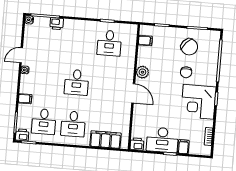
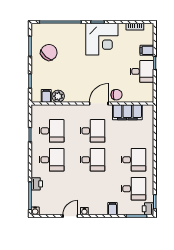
desk: (80, 41) -> (51, 160), added
door: (21, 55) -> (70, 216), swing flipped
plant: (142, 72) -> (58, 96), moved
chair: (186, 72) -> (116, 95), moved
desk: (106, 85) -> (92, 131), added
filing cabinet: (106, 140) -> (127, 112), moved, turned -90
desk: (162, 140) -> (142, 71), width x0.73
printer: (137, 144) -> (148, 96), removed

